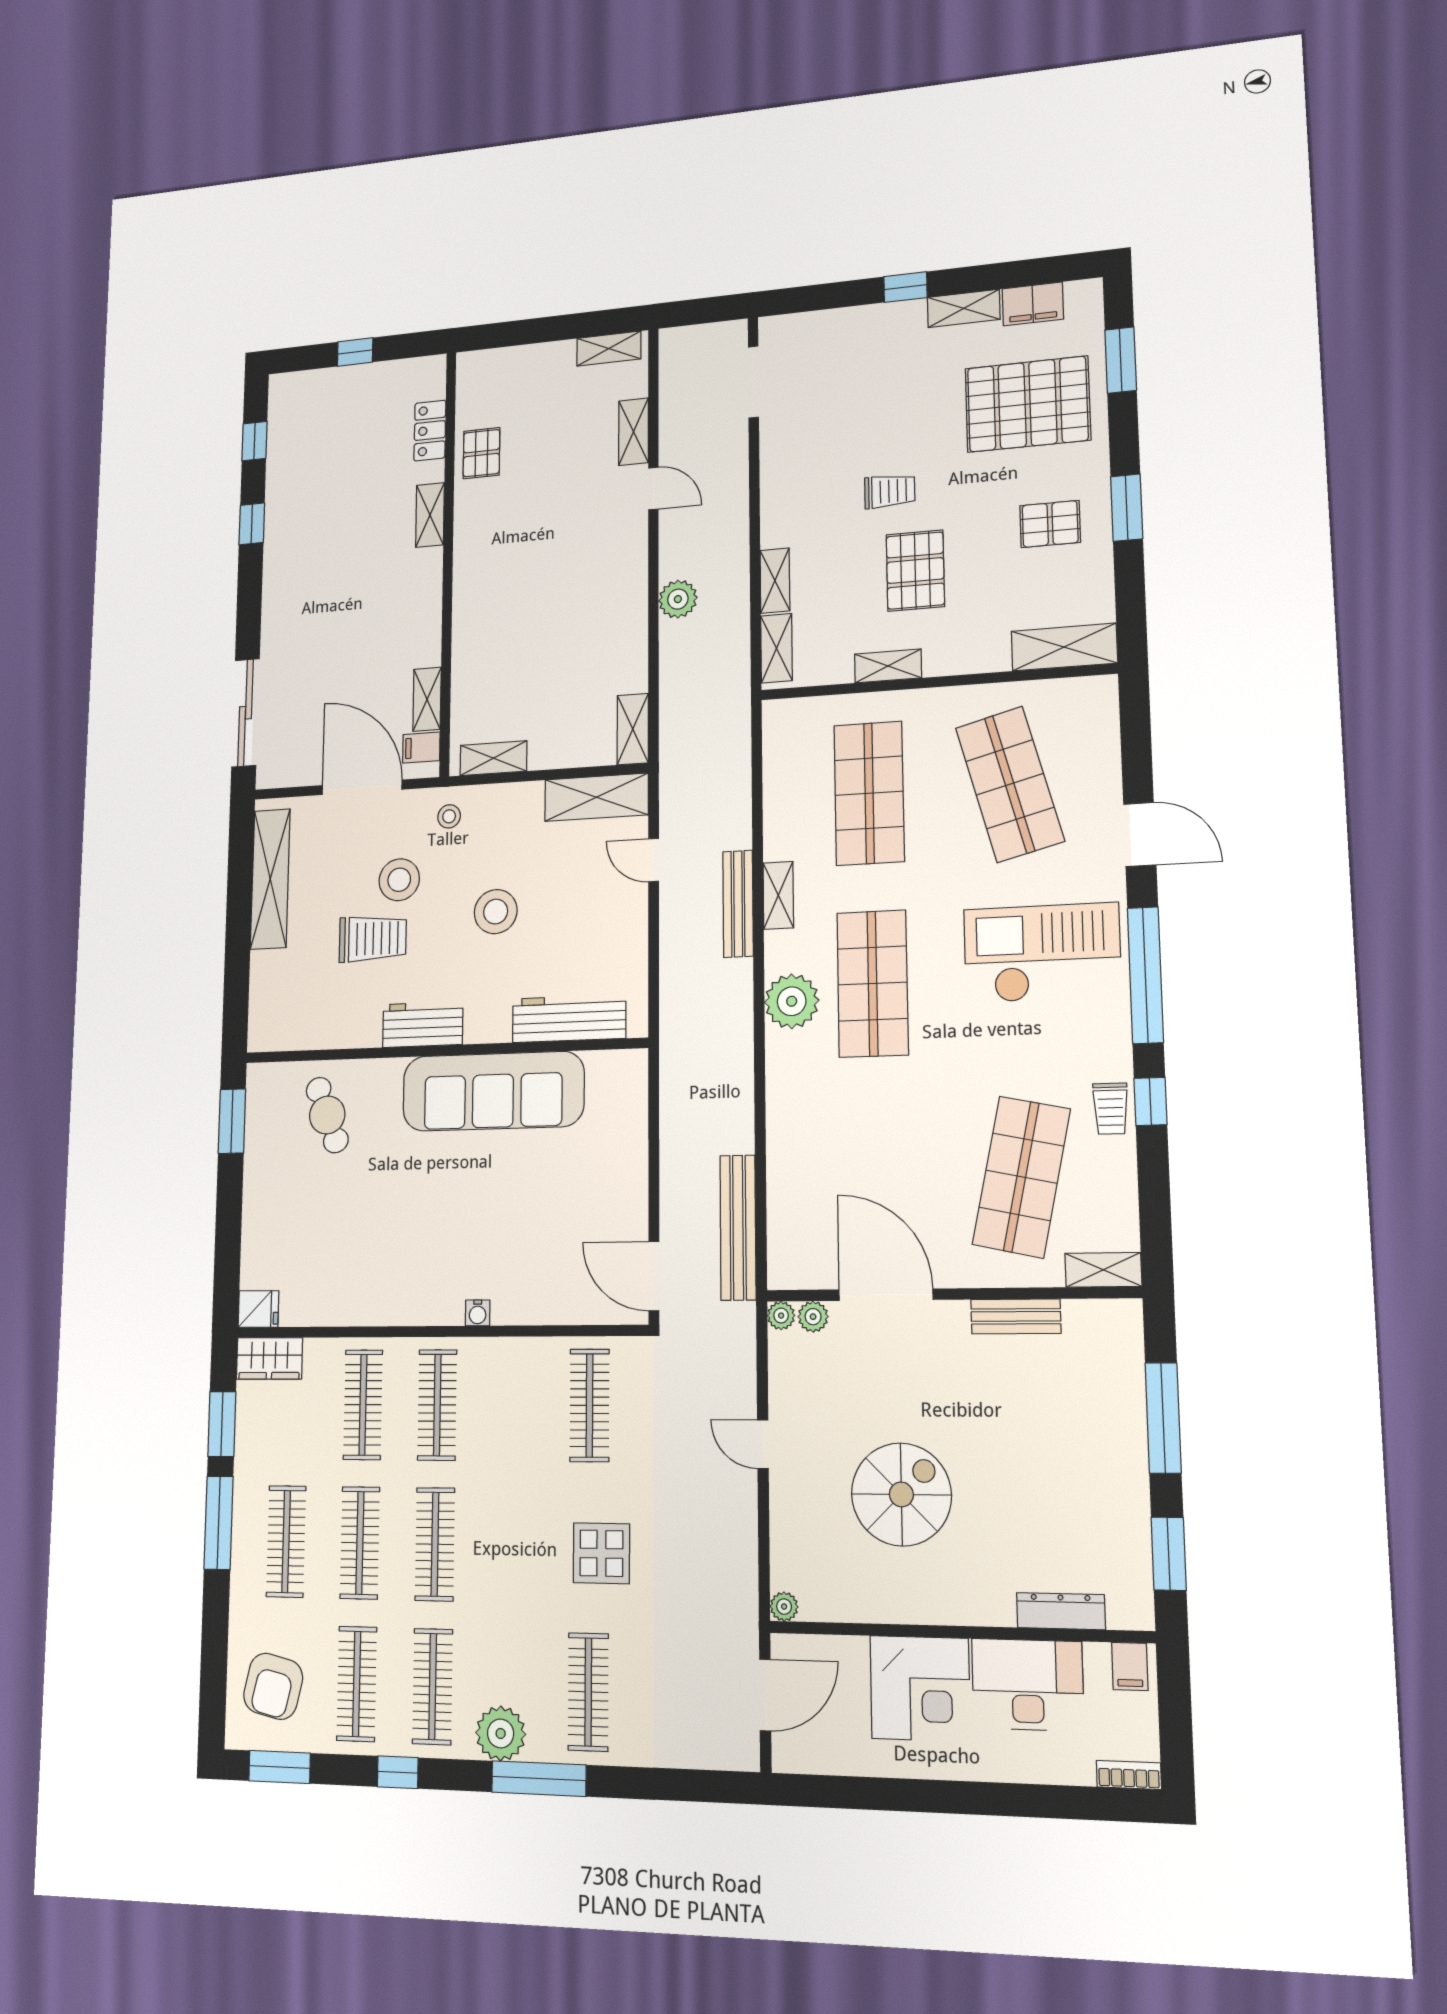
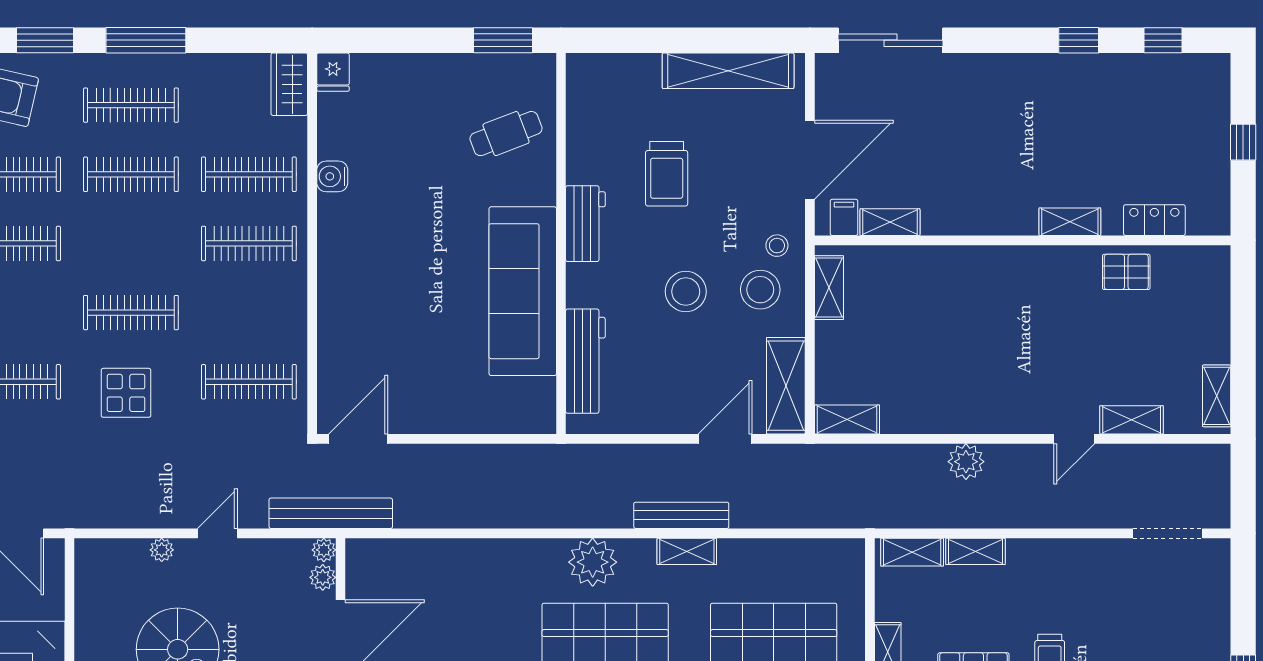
door: (654, 860) -> (725, 439), width x1.38
stool: (399, 880) -> (760, 290), moved
bench: (738, 1227) -> (331, 513), moved
water cooler: (478, 1313) -> (332, 176), moved, width x1.38, depth x1.38
window: (222, 1424) -> (45, 40), moved
clothes rail: (435, 1544) -> (131, 313), moved
plant: (784, 1607) -> (162, 550), moved

